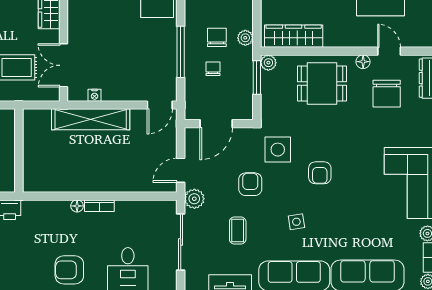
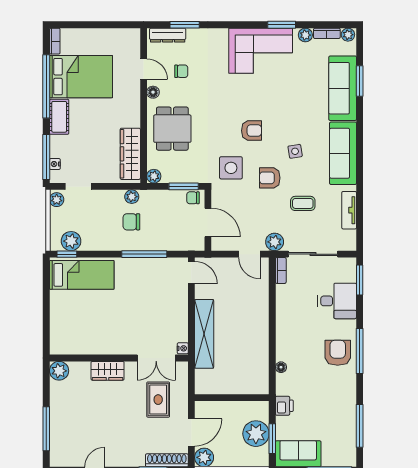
door: (389, 51) -> (144, 69), swing flipped
chair: (213, 69) -> (193, 198), moved
window: (257, 77) -> (184, 186), moved
chair: (387, 94) -> (181, 71), width x0.54, depth x0.54
nightstand: (95, 95) -> (183, 348), moved
armchair: (250, 184) -> (270, 178), moved
floor lamp: (77, 206) -> (281, 367), moved
bookcase: (99, 206) -> (281, 270), moved
armchair: (69, 270) -> (338, 353), turned 180

